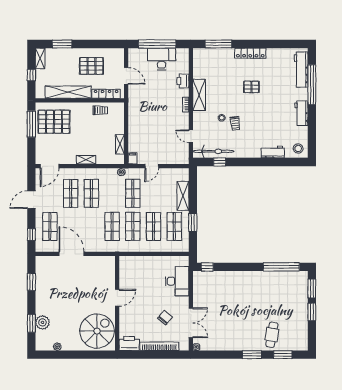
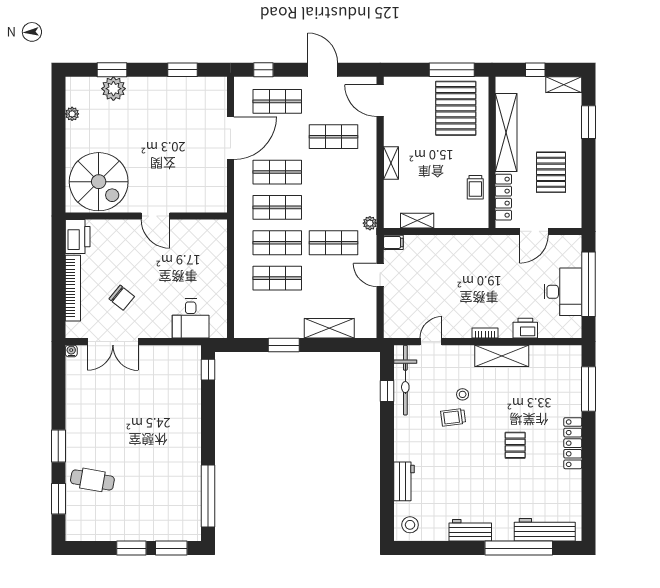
shop shelf: (91, 193) -> (277, 172), moved
shop shelf: (174, 226) -> (277, 313), removed
desk: (177, 281) -> (191, 318), width x0.73

